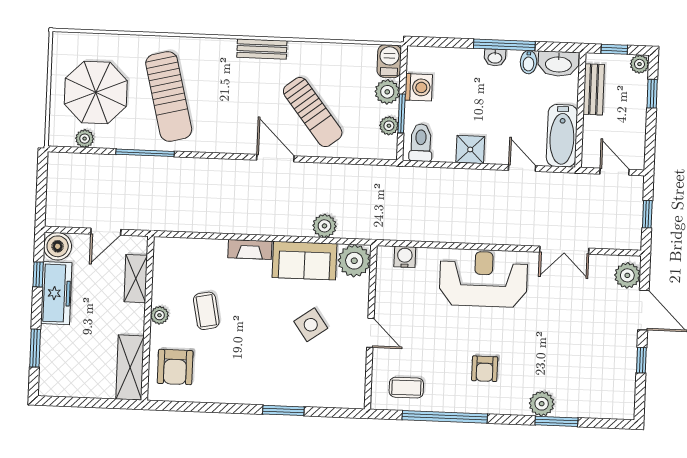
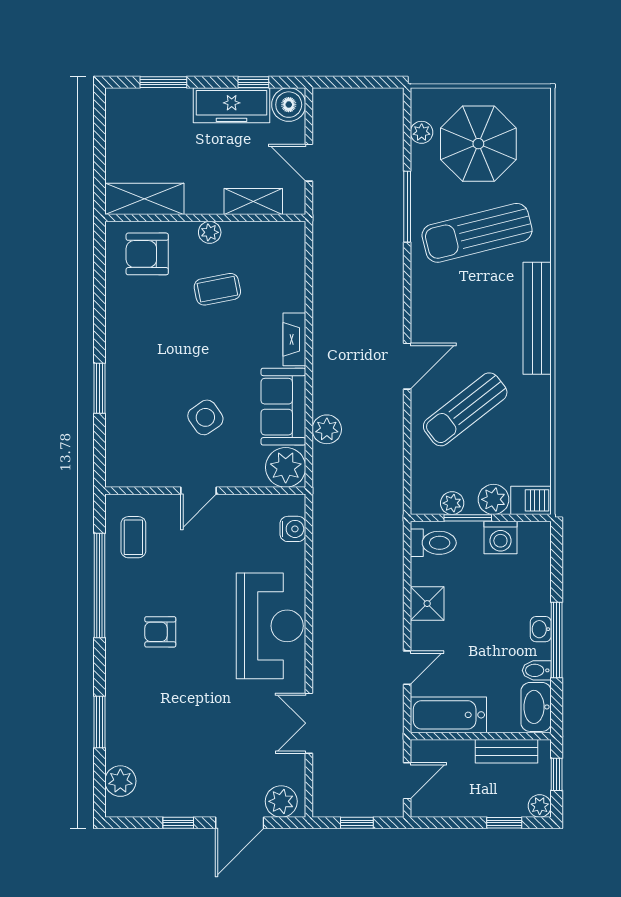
bench: (262, 49) -> (537, 318), width x1.86, depth x1.21
plant: (542, 404) -> (120, 781), moved

